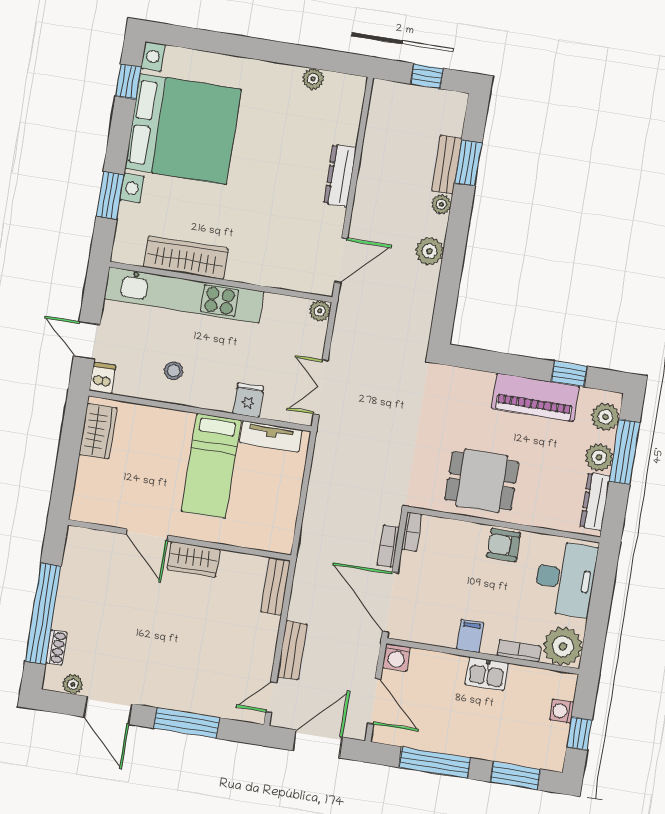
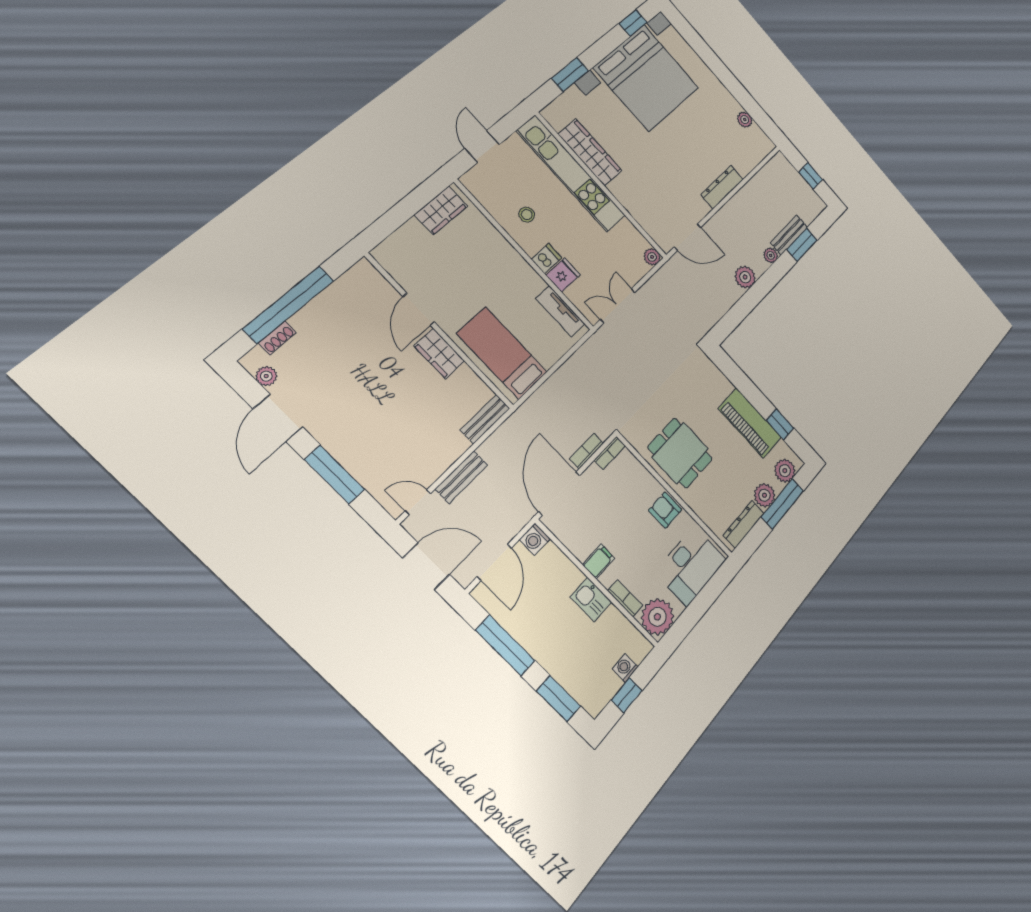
dishwasher: (103, 378) -> (547, 259), moved
bed: (211, 466) -> (502, 353), moved, turned 90

